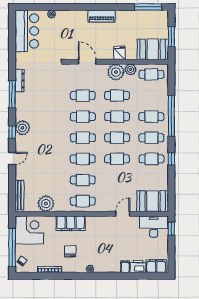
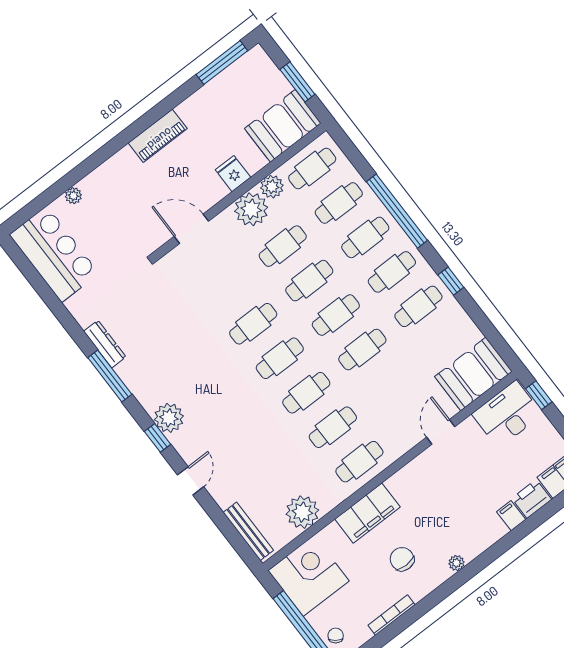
cafe table: (83, 96) -> (339, 203), moved

